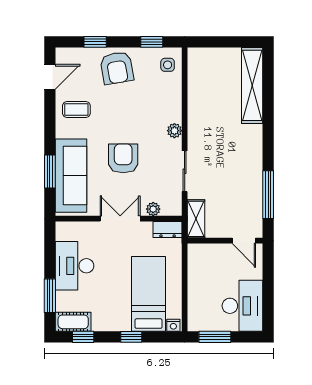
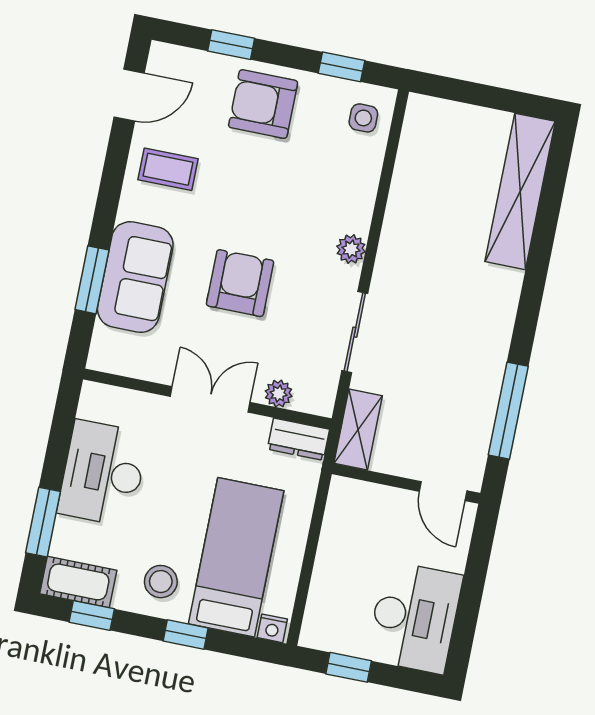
armchair: (117, 68) -> (263, 104), turned 100
sofa: (71, 176) -> (135, 277), width x0.73
stool: (114, 313) -> (161, 582), added
window: (215, 337) -> (349, 667), width x0.67

